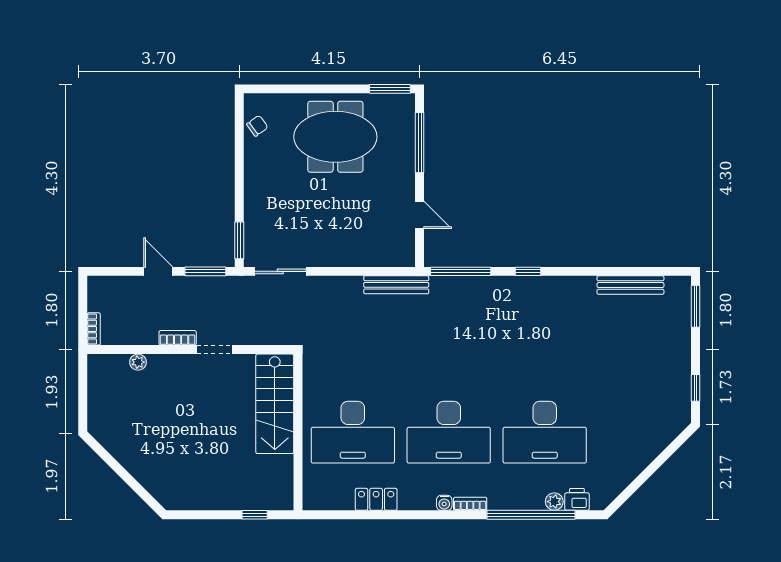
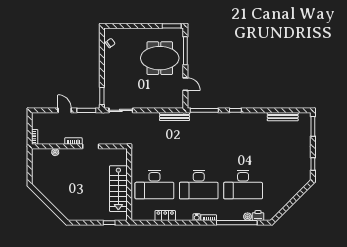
meeting table: (335, 137) -> (160, 58), moved
stairs: (275, 404) -> (118, 189), moved

